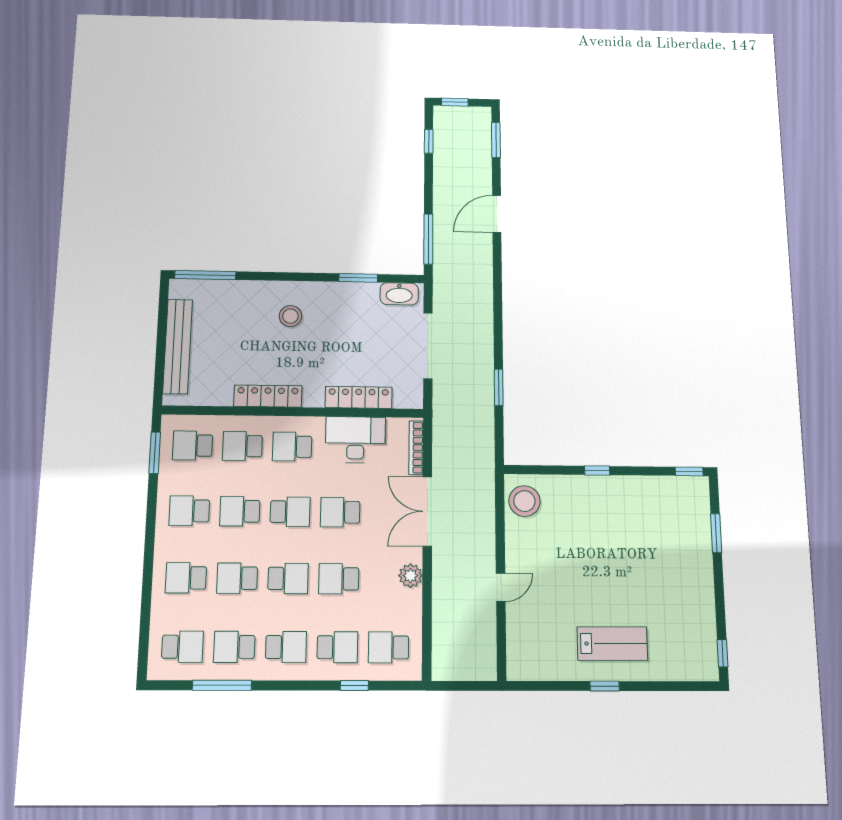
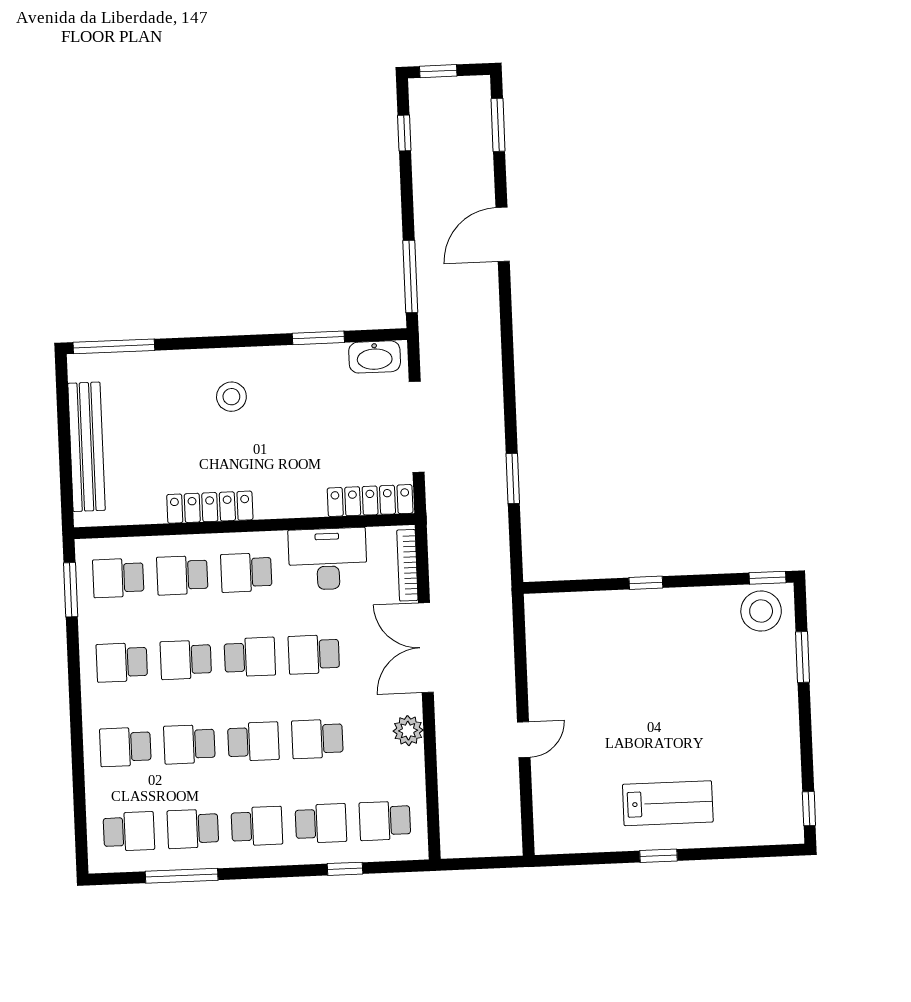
locker: (359, 397) -> (370, 501), moved
stool: (524, 501) -> (761, 611), moved

